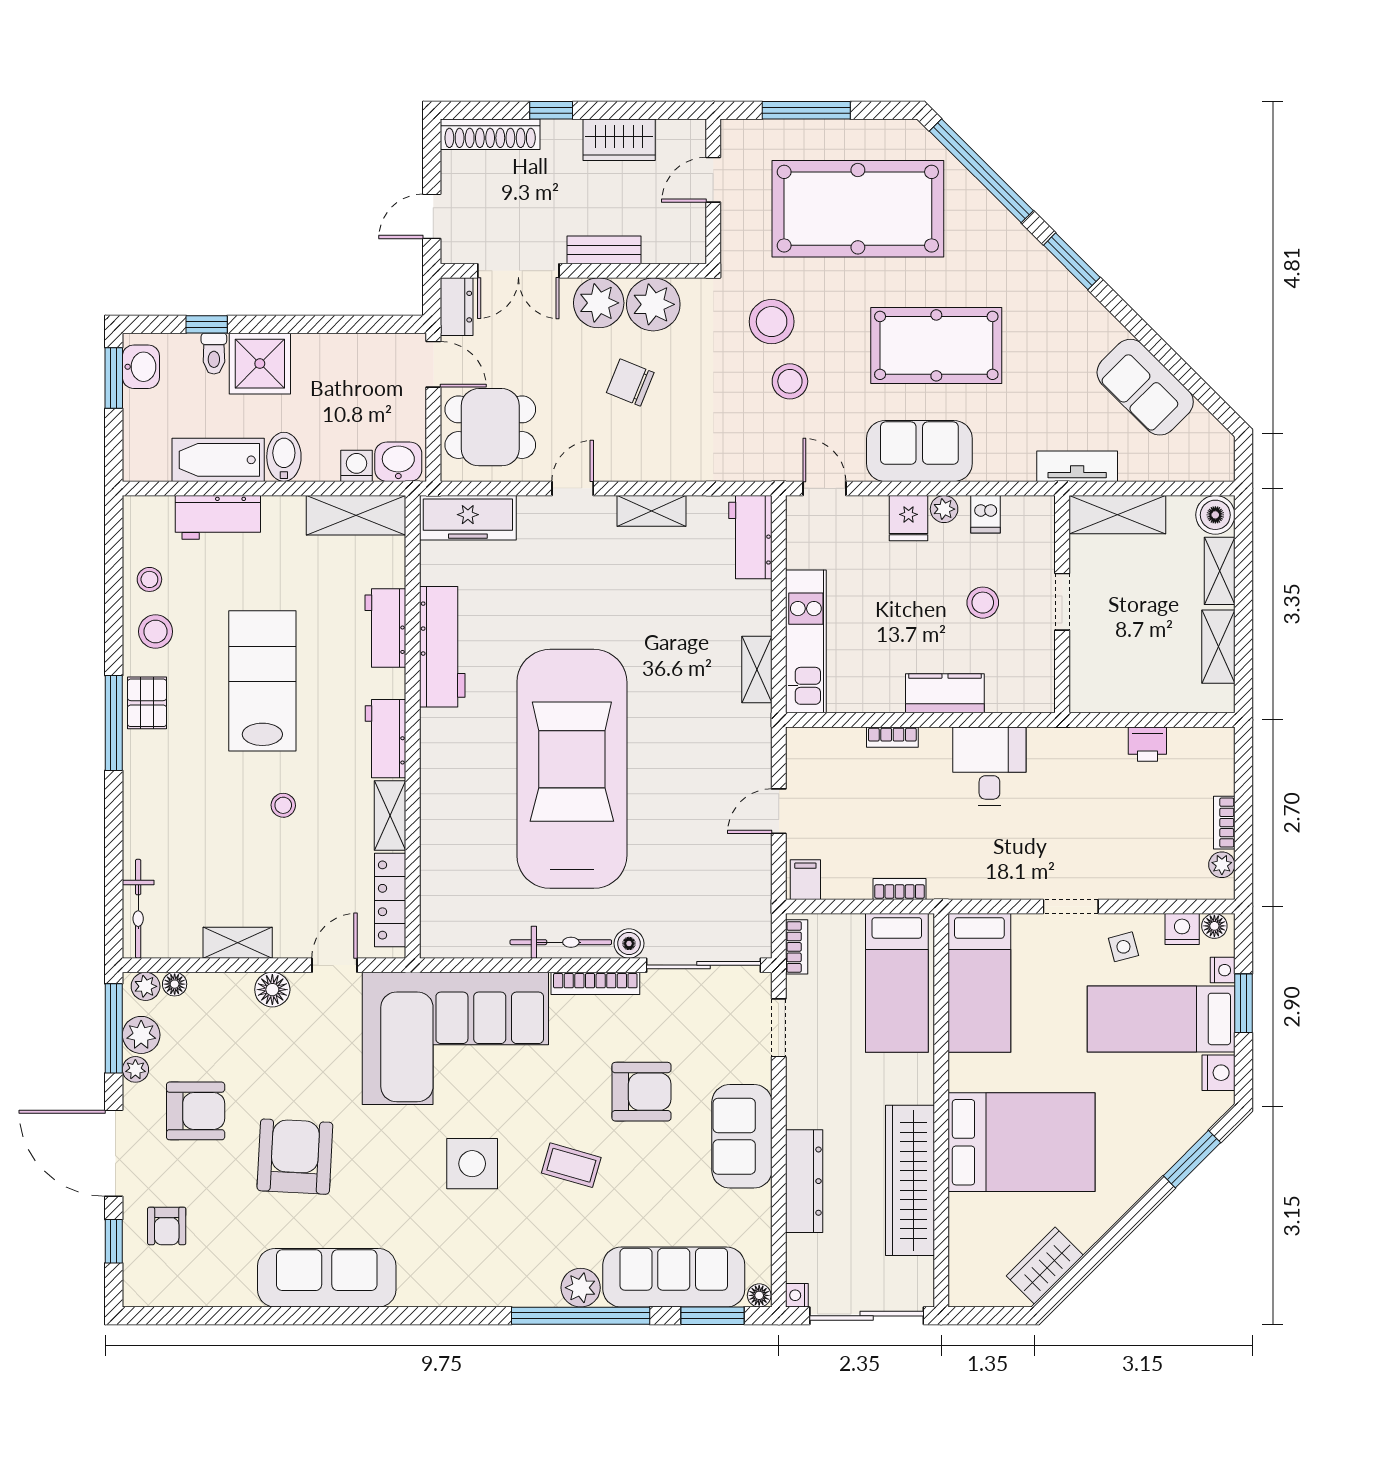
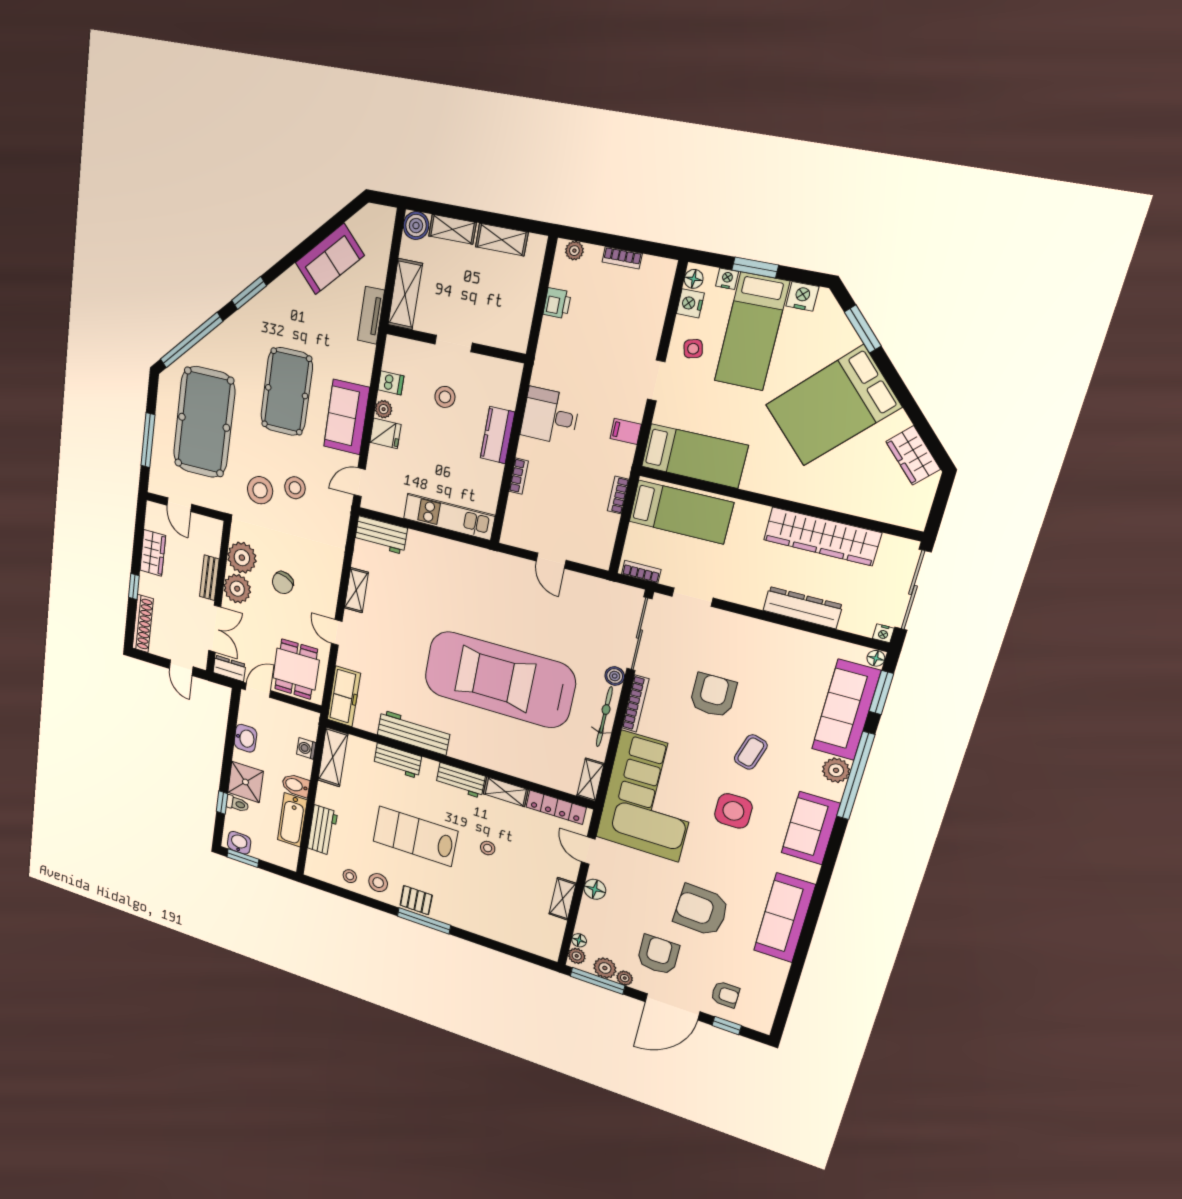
washbasin: (398, 462) -> (245, 738), moved, turned 180
shelving: (757, 669) -> (590, 780), moved, turned 90
plant: (1222, 865) -> (574, 251), moved
filing cabinet: (805, 880) -> (626, 431), moved
bicycle: (138, 909) -> (531, 944), removed
sofa: (742, 1136) -> (811, 828), moved, turned 90
bed: (1021, 1142) -> (833, 406), moved, turned -135

